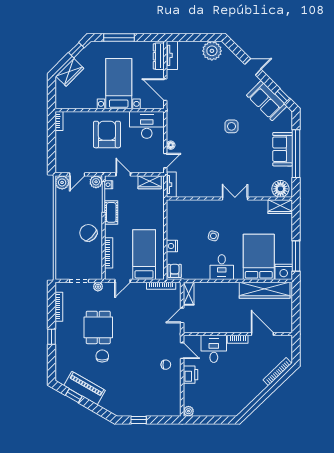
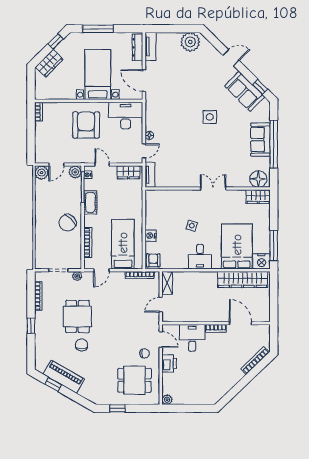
chair: (88, 233) -> (68, 223), turned -88
dining table: (156, 392) -> (134, 380), added

